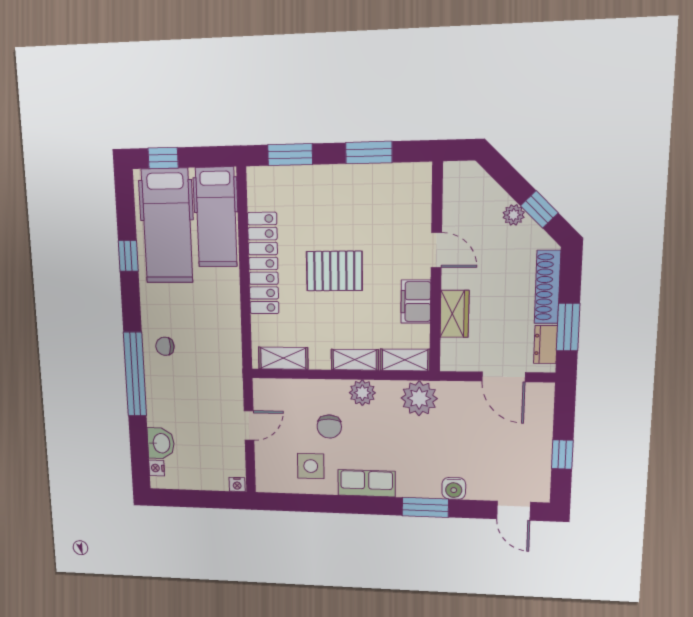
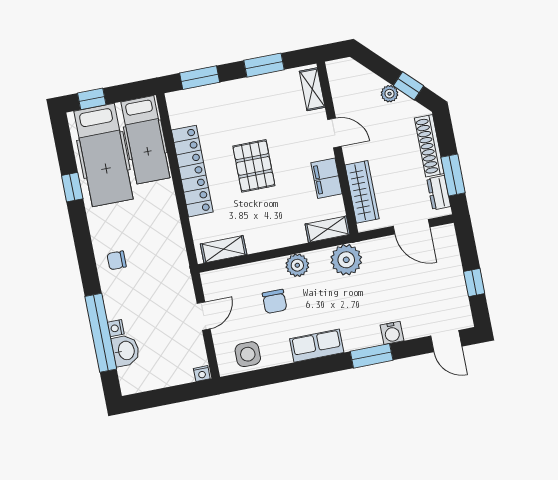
pallet: (334, 271) -> (254, 166), turned 90
wardrobe: (455, 314) -> (362, 192), width x1.50
shelving: (355, 360) -> (312, 89), moved, turned 90
window: (135, 374) -> (101, 333), moved
side table: (311, 466) -> (248, 354), moved
nightstand: (157, 468) -> (116, 328), moved

